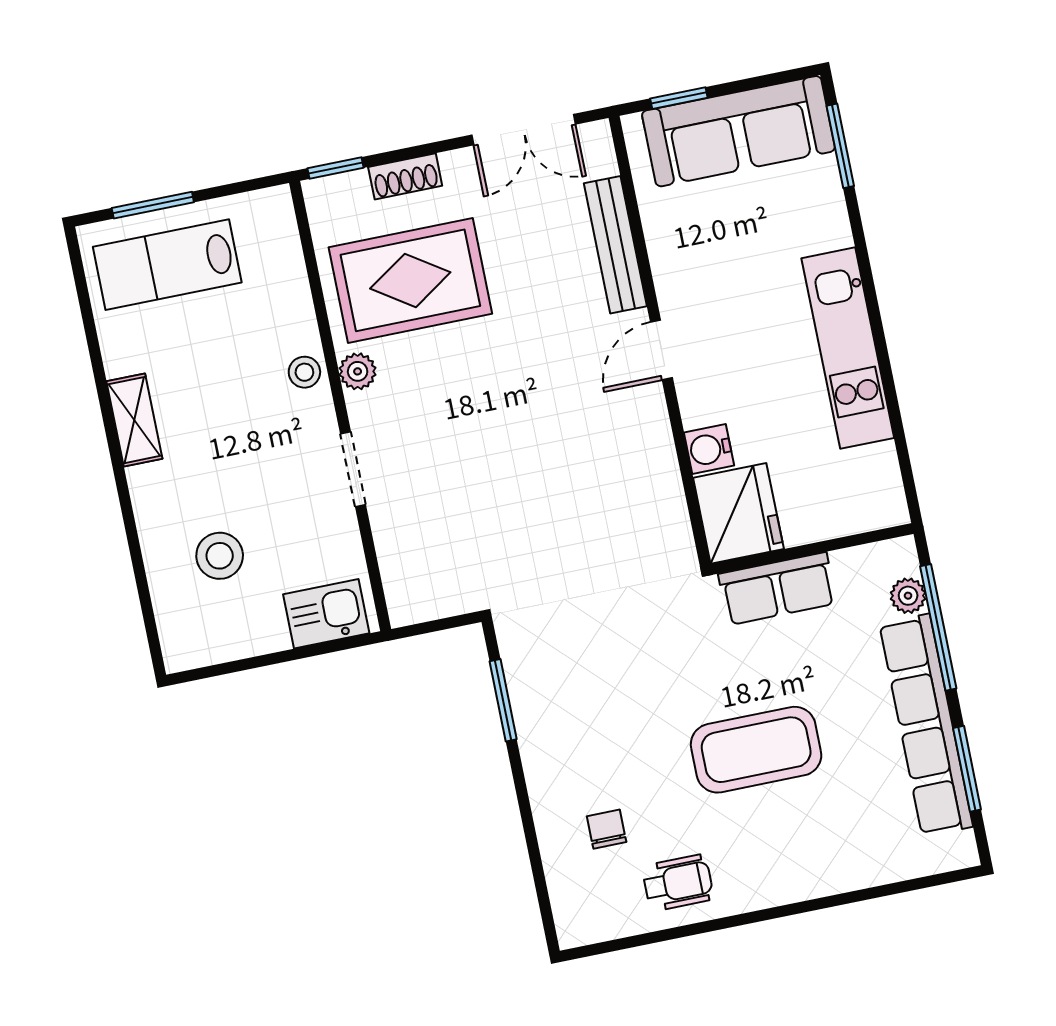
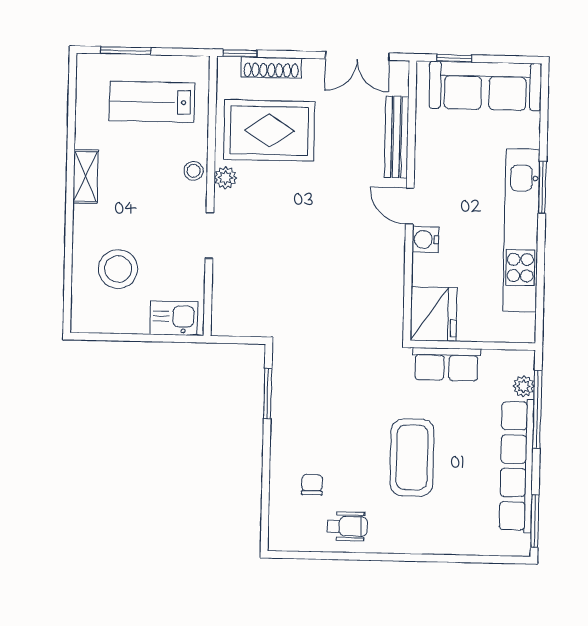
window: (840, 146) -> (542, 187), moved
shoe rack: (405, 176) -> (271, 68), width x1.43
lab bench: (167, 265) -> (152, 102), moved
kitchen unit: (848, 348) -> (521, 230), width x1.36
door: (661, 350) -> (410, 206), hinge flipped
water cooler: (709, 449) -> (425, 240), moved
stool: (220, 556) -> (118, 269), width x1.38, depth x1.38
coffee table: (756, 750) -> (412, 457), turned 90
window: (967, 769) -> (535, 521), moved

